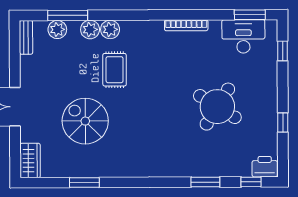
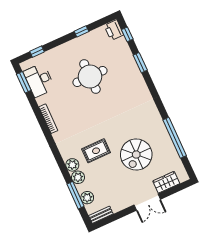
round table: (217, 107) -> (90, 76), turned -32
wardrobe: (30, 160) -> (166, 182), moved
window: (84, 182) -> (175, 138), width x2.11

